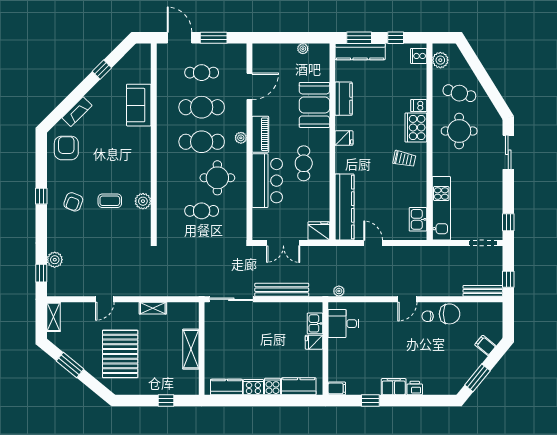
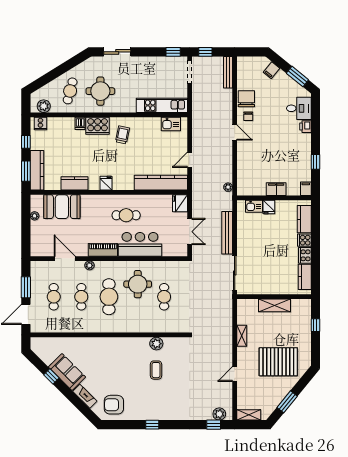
sofa: (139, 105) -> (67, 372), moved, turned -135
booth: (314, 105) -> (62, 207), moved
cafe table: (202, 107) -> (81, 297), width x0.73, depth x0.74
plant: (241, 138) -> (90, 265), moved
armchair: (73, 202) -> (157, 399), removed
plant: (55, 260) -> (219, 414), moved
window: (508, 279) -> (205, 52), moved
door: (105, 299) -> (235, 374), swing flipped
desk: (343, 324) -> (299, 108), moved, turned -90
filing cabinet: (394, 387) -> (276, 189), moved, turned 90

